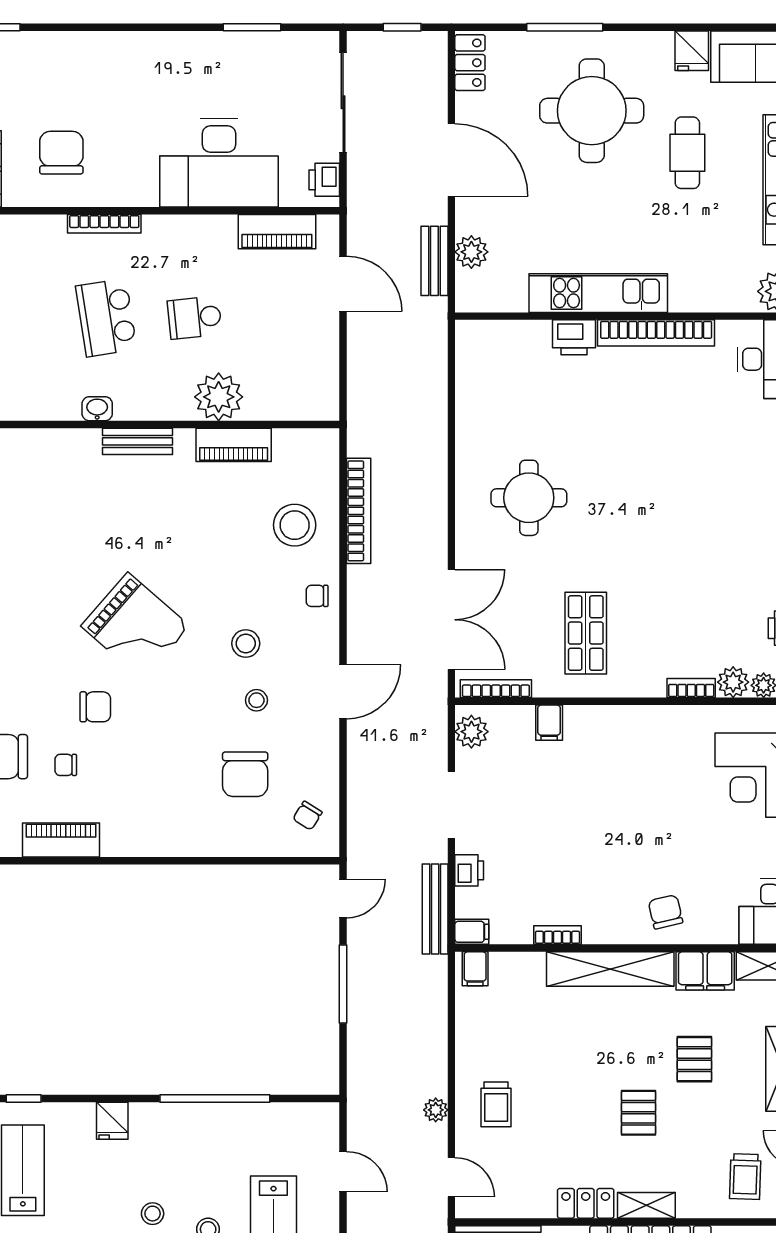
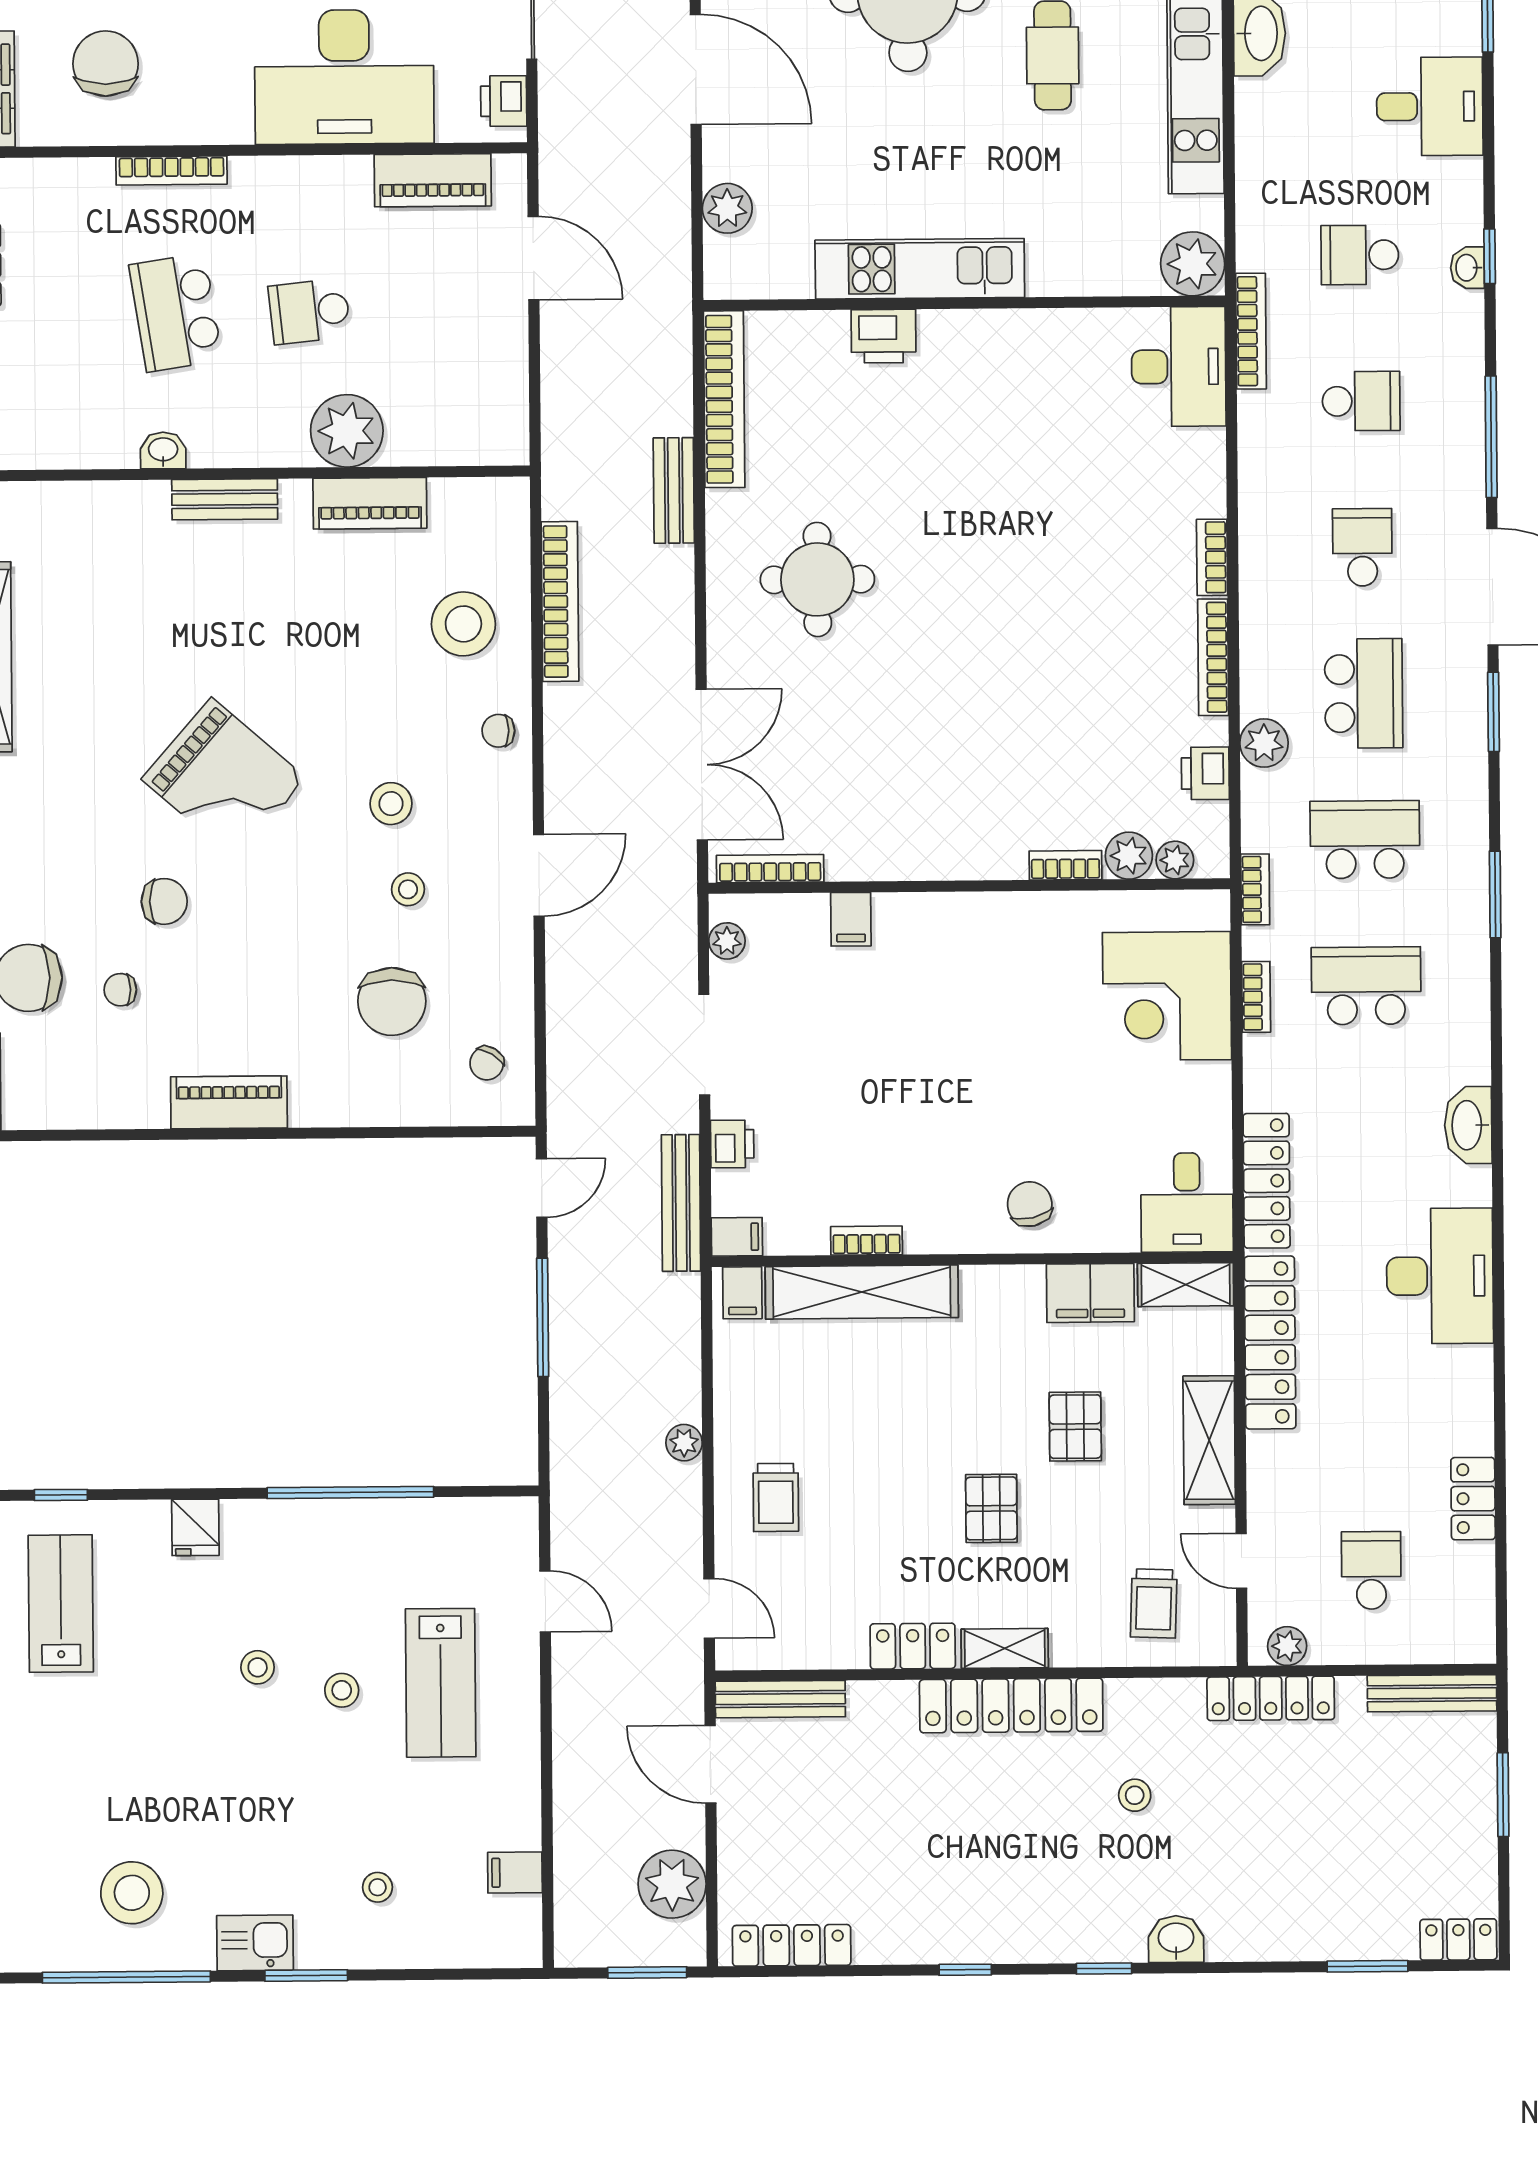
bench: (434, 261) -> (674, 490), moved
bookcase: (656, 333) -> (724, 399), moved, turned -90
shop shelf: (586, 633) -> (905, 783), removed
plant: (471, 732) -> (727, 941), width x0.73, depth x0.73
piano: (61, 840) -> (229, 1102), moved
shelving: (610, 969) -> (862, 1292), moved
plant: (436, 1110) -> (684, 1443), moved

